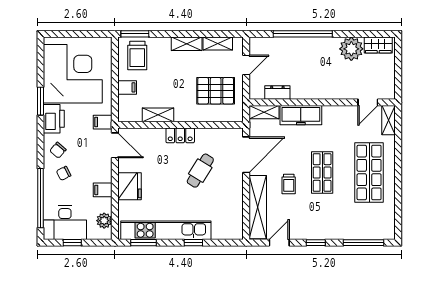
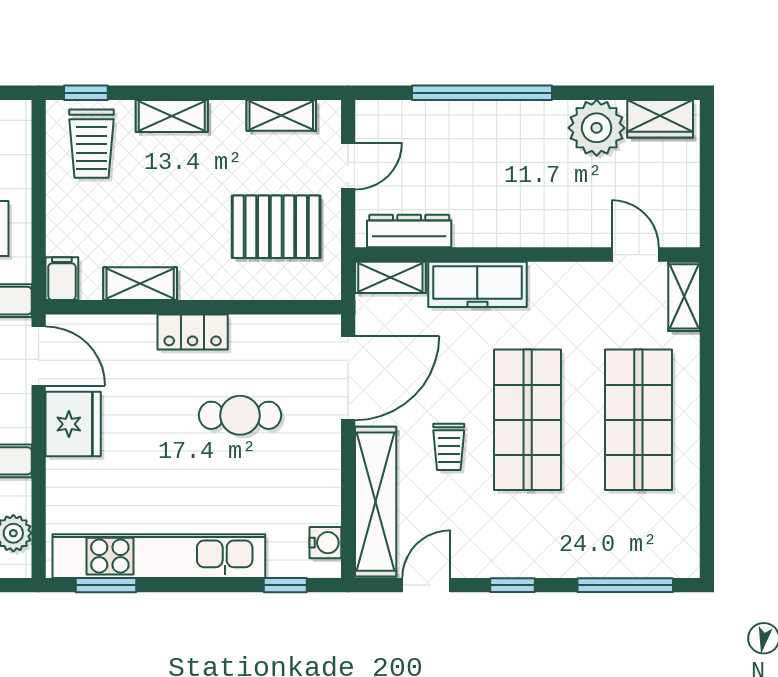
window: (135, 34) -> (86, 93), width x0.67
shelving: (187, 44) -> (172, 116), moved
filing cabinet: (127, 87) -> (62, 279), moved, turned -90
dresser: (277, 93) -> (409, 231), width x1.44
door: (368, 102) -> (635, 255), swing flipped
cafe table: (200, 171) -> (240, 415), turned 58
shop shelf: (322, 173) -> (528, 420), width x1.43, depth x1.36
fridge: (130, 186) -> (73, 424), moved
water cooler: (236, 225) -> (325, 543), added
window: (193, 243) -> (285, 585), moved

